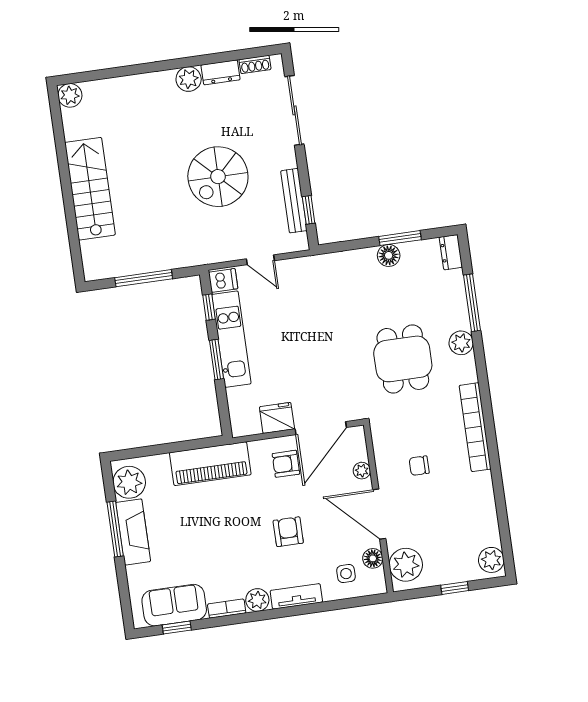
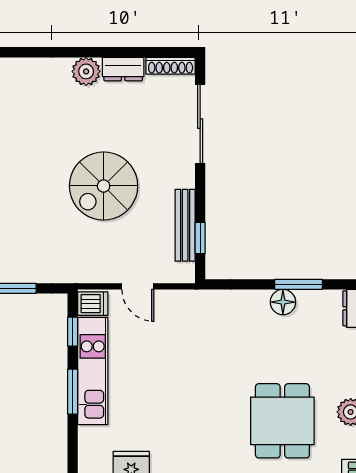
shoe rack: (255, 64) -> (171, 66), width x1.43

